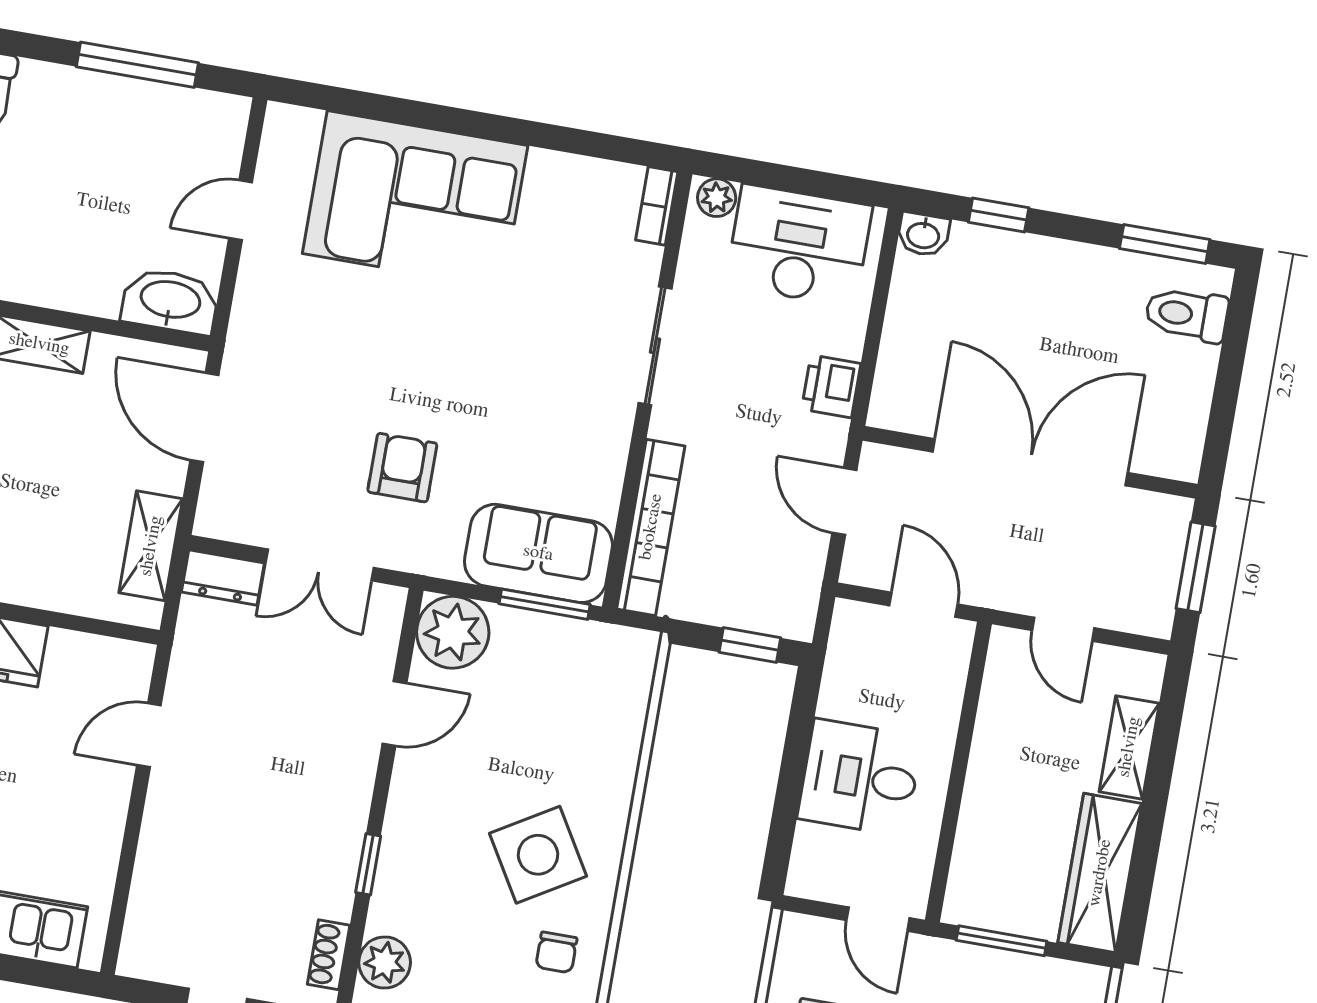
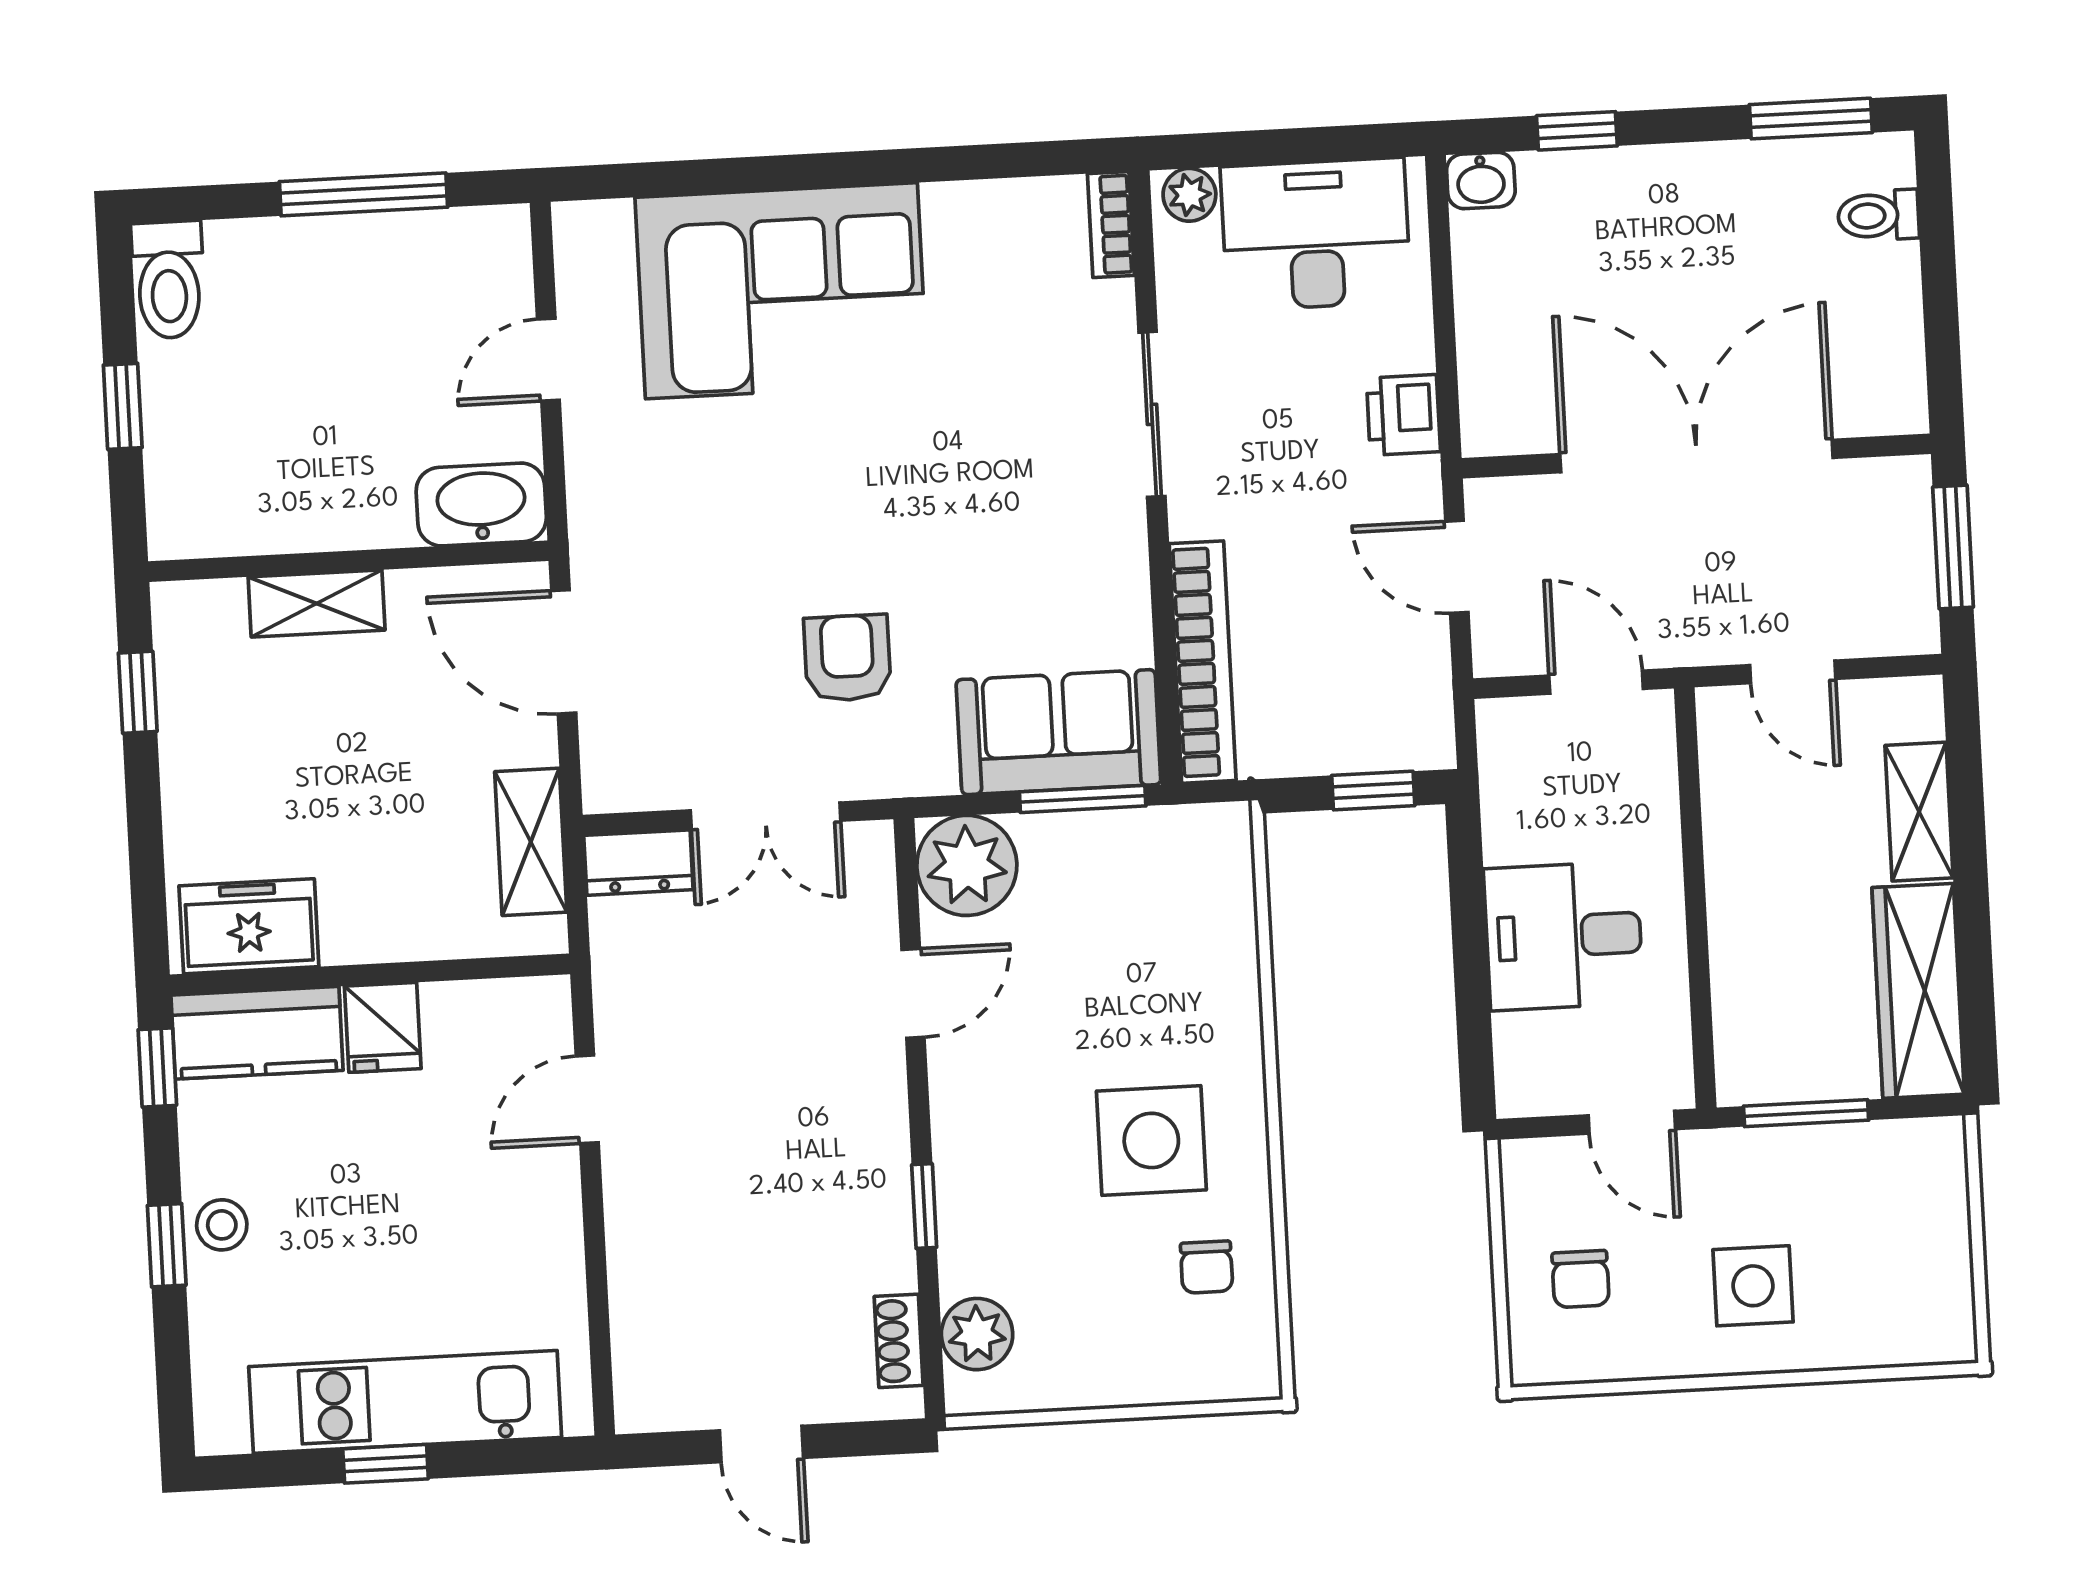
toilet: (1187, 314) -> (1878, 215), width x0.73, depth x0.72
side table: (538, 855) -> (1151, 1140), turned 31

